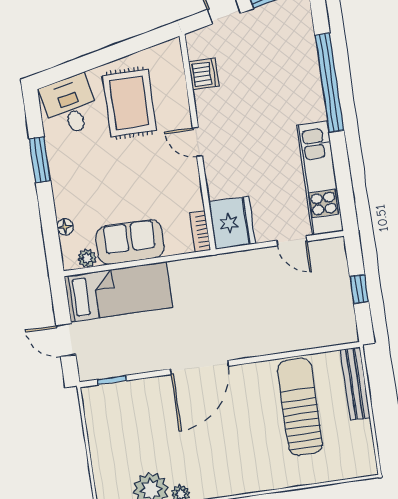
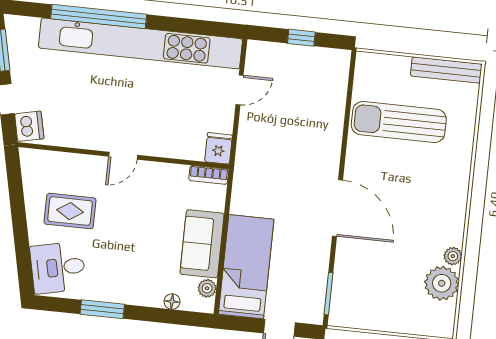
dishwasher: (204, 74) -> (29, 126), moved, turned 78
rug: (129, 103) -> (70, 211), width x0.73, depth x0.70
kitchen unit: (320, 178) -> (140, 43), width x1.86
fridge: (232, 223) -> (219, 148), width x0.53, depth x0.75
window: (112, 380) -> (328, 294), width x1.50
bench: (355, 384) -> (446, 70), moved

